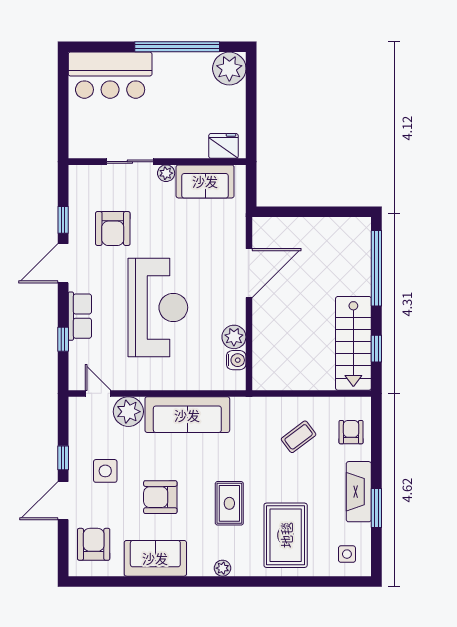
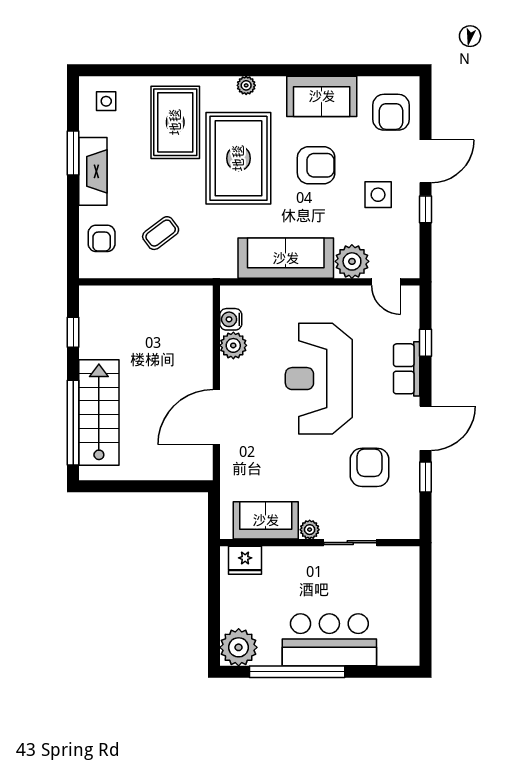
bar counter: (110, 75) -> (329, 640), moved
stairs: (353, 343) -> (99, 413), moved
rug: (229, 503) -> (238, 158), width x1.86, depth x2.06

